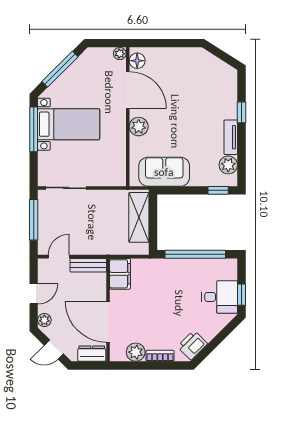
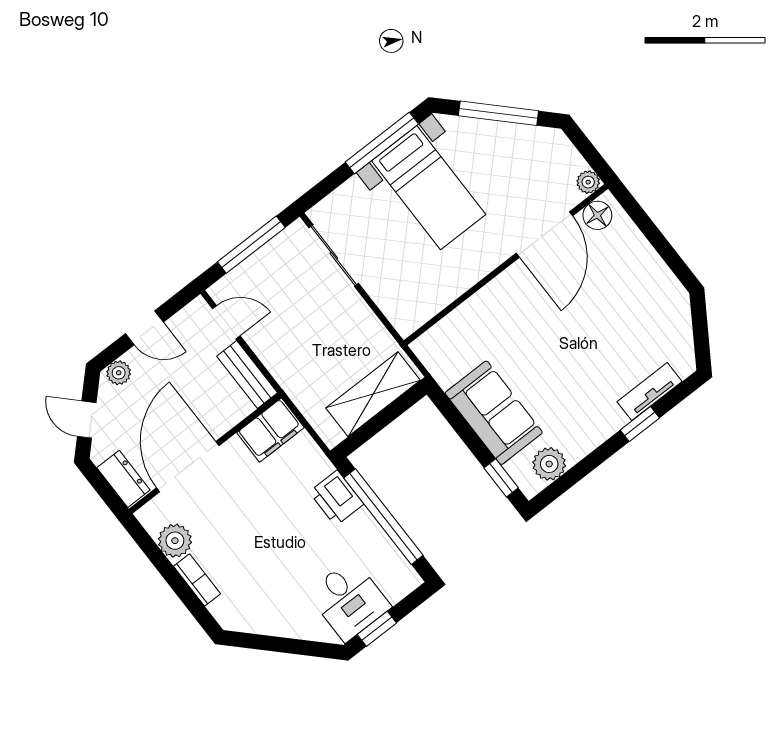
plant: (139, 127) -> (504, 291), removed
tv unit: (231, 137) -> (649, 392), moved
sofa: (164, 172) -> (494, 413), moved
printer: (192, 345) -> (336, 498), moved, turned -135

